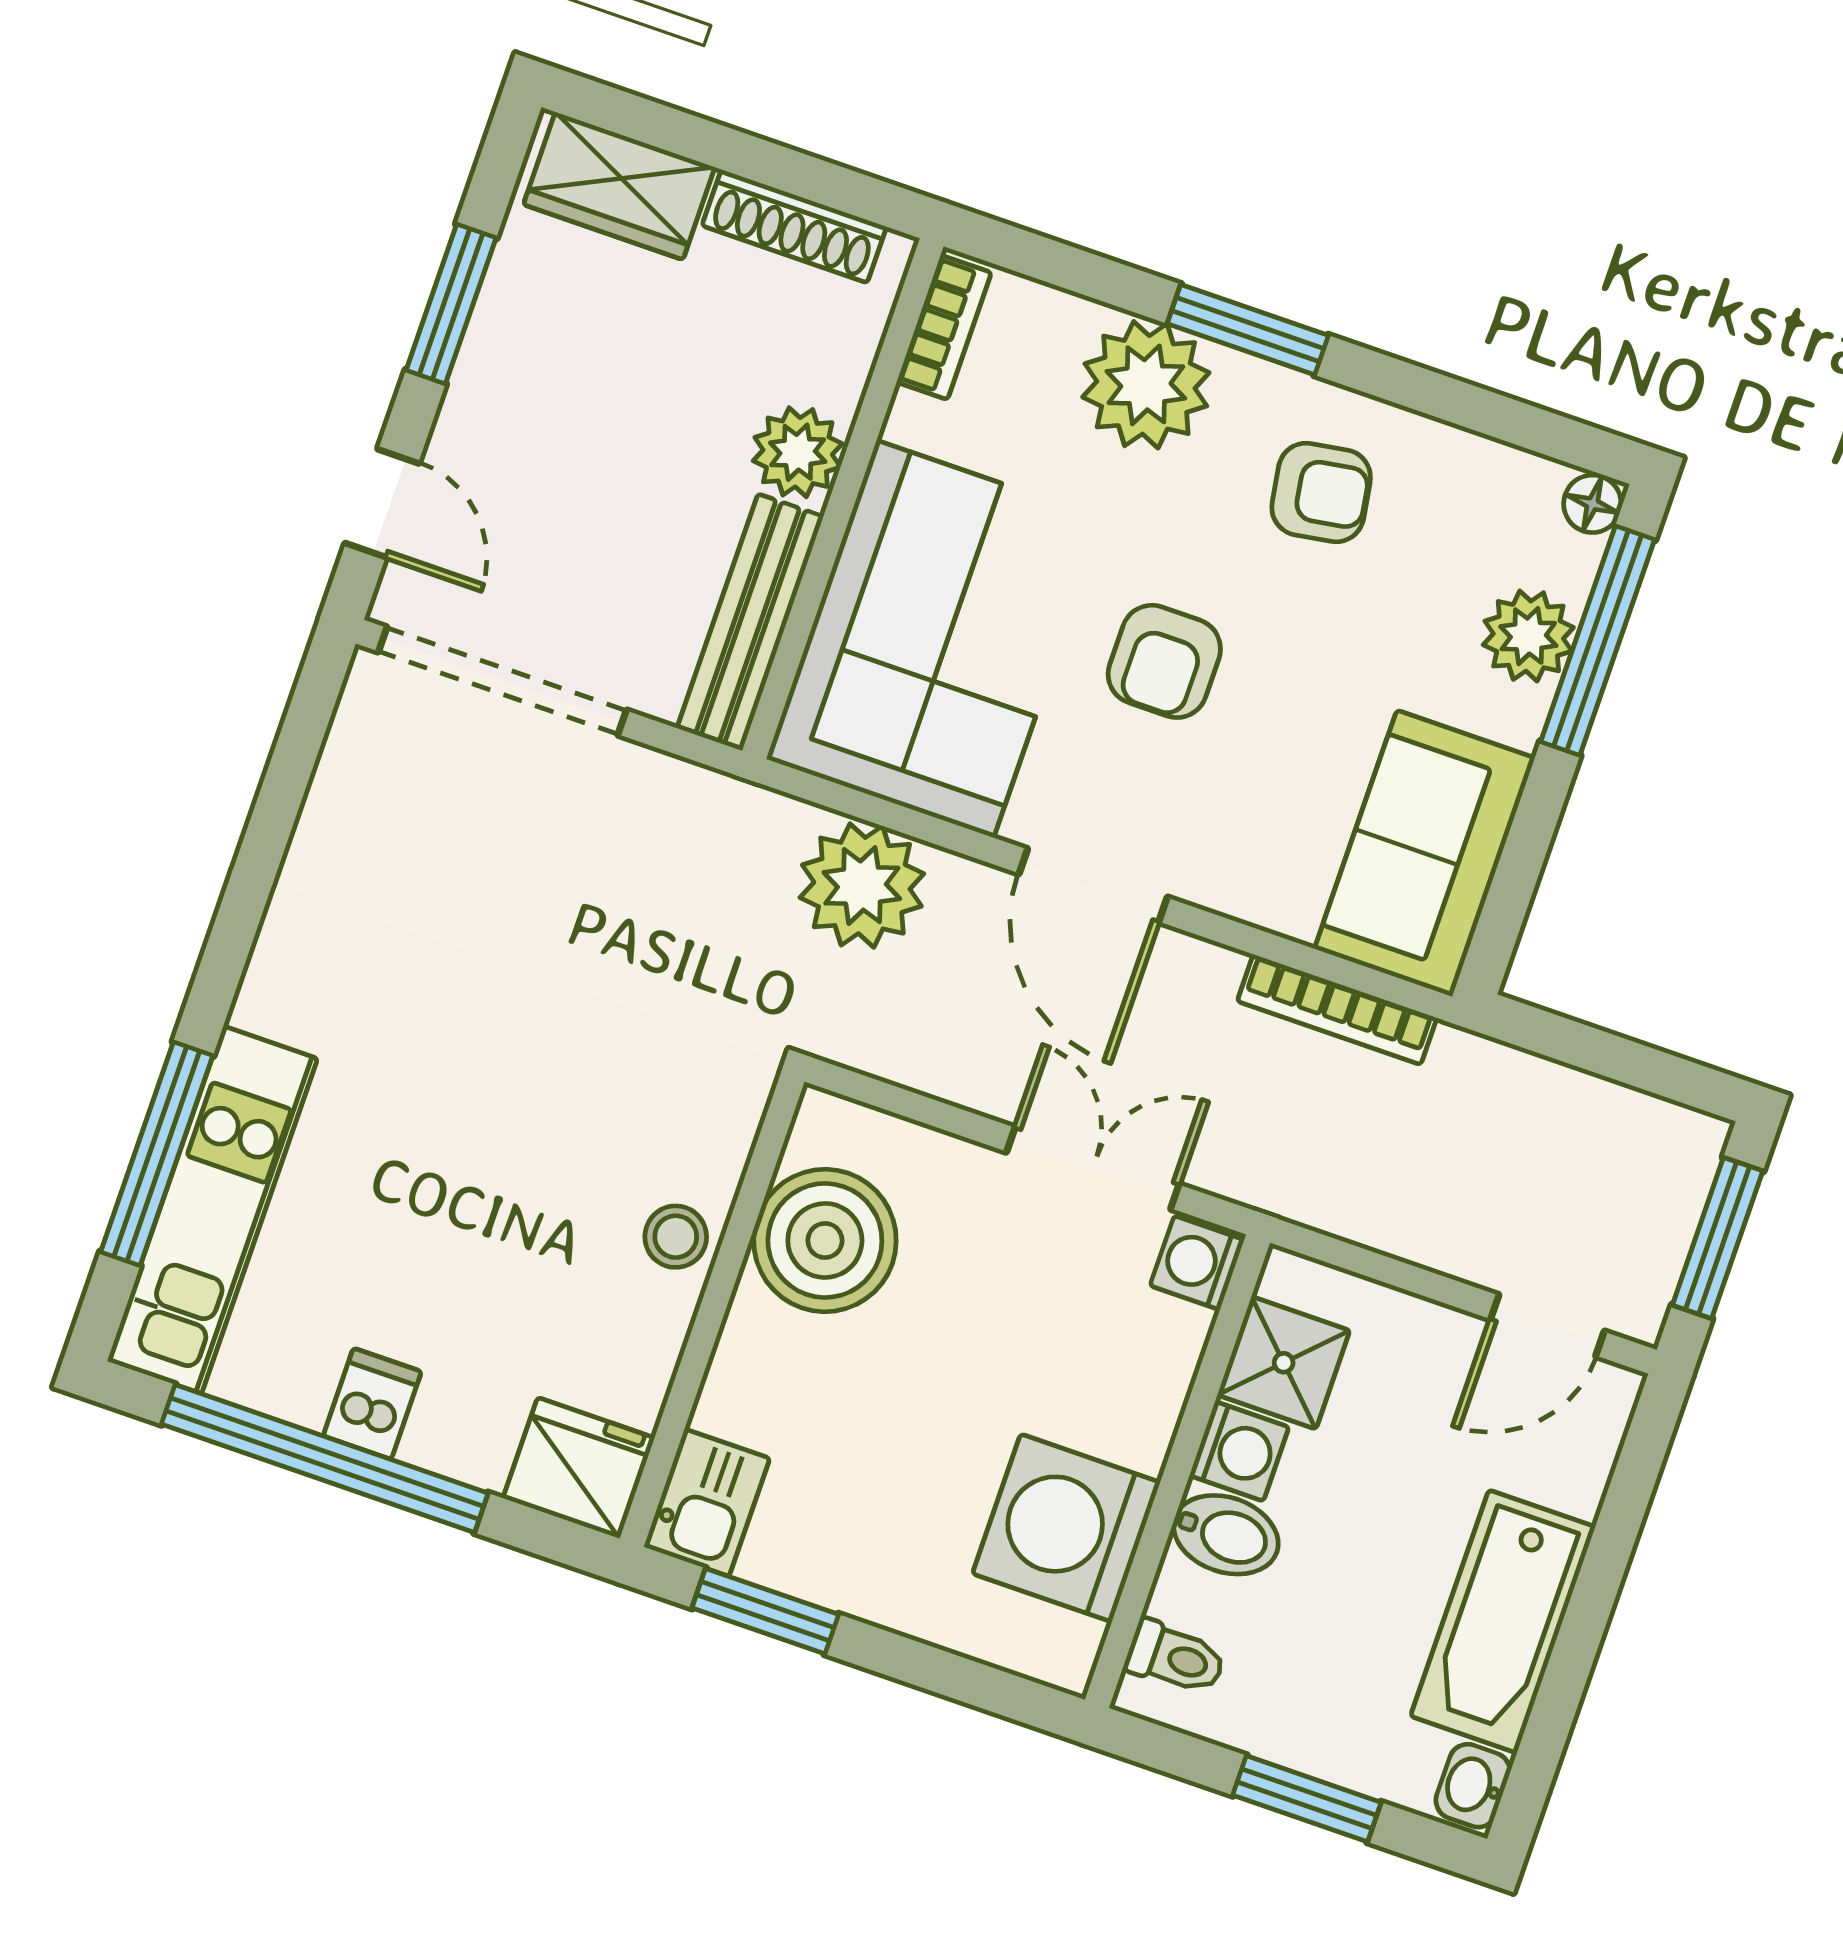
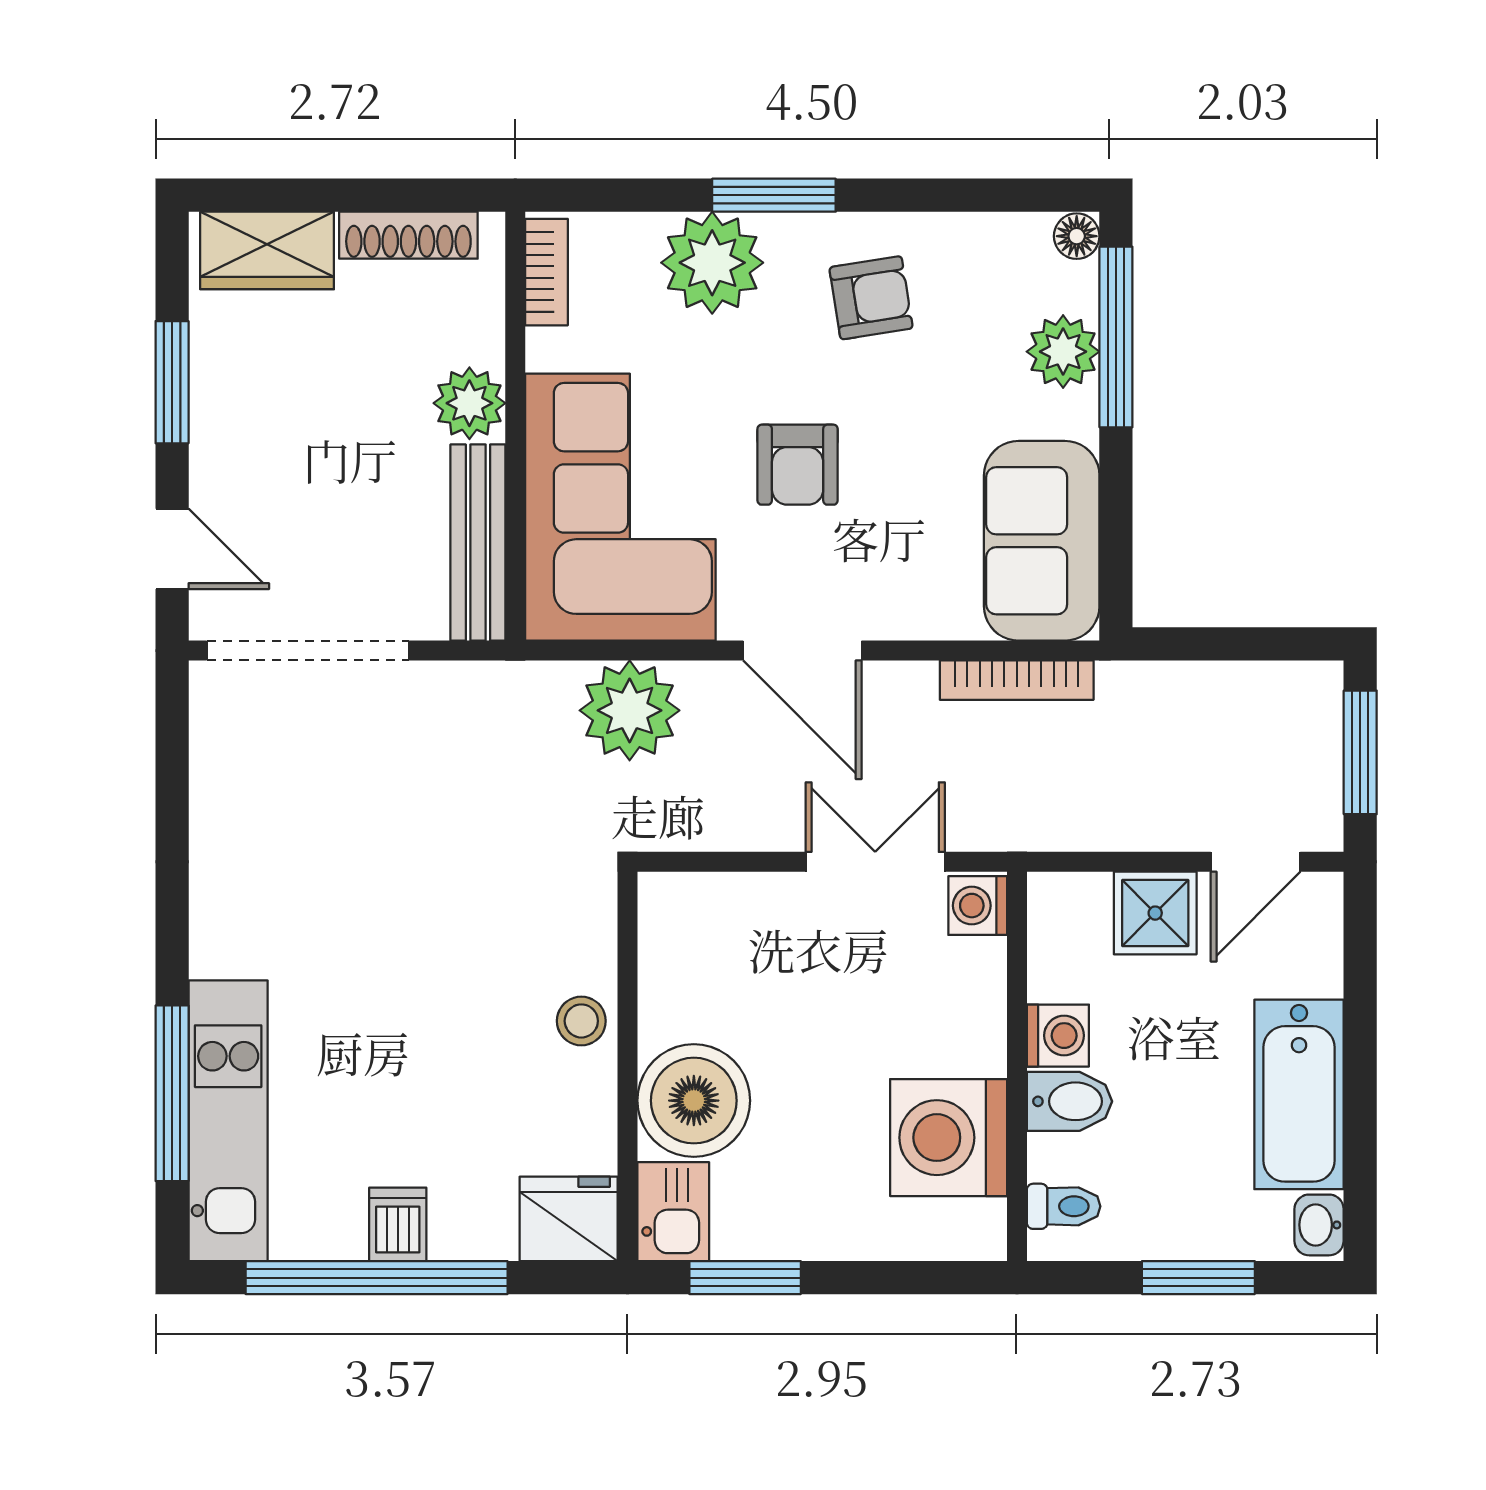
boiler: (825, 1240) -> (694, 1101), moved
shower: (1284, 1363) -> (1155, 913), moved

